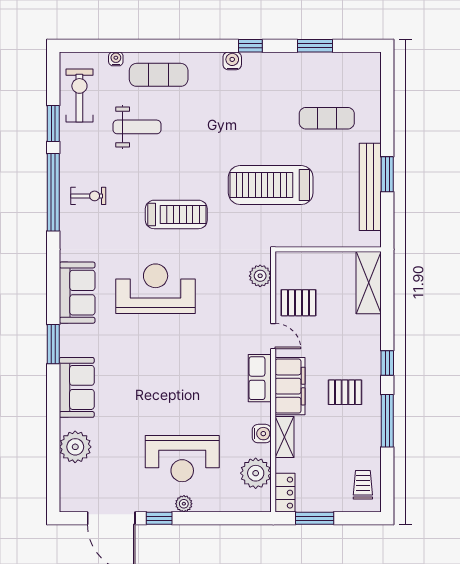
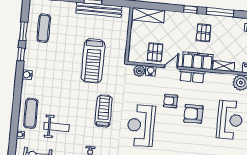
window: (250, 46) -> (21, 54), moved
exercise mat: (327, 118) -> (44, 28), moved
weight bench: (137, 127) -> (57, 127), turned 90
armchair: (208, 342) -> (171, 101), added
armchair: (187, 388) -> (193, 114), added
water cooler: (262, 434) -> (151, 71), moved

